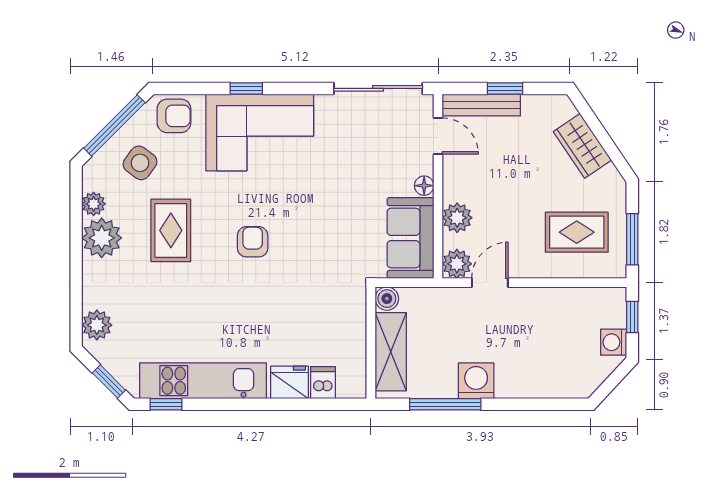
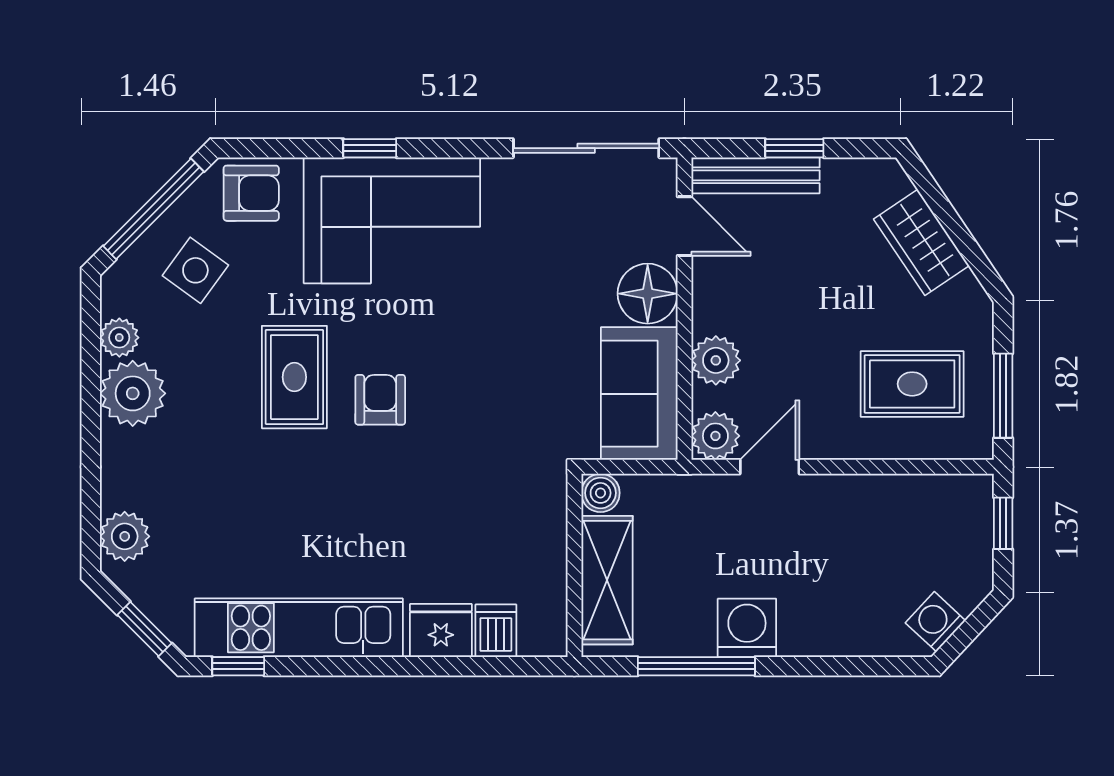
floor lamp: (424, 186) -> (648, 294), width x1.89, depth x1.89
rug: (171, 230) -> (294, 377), moved
washing machine: (614, 342) -> (935, 622), moved, turned 43

